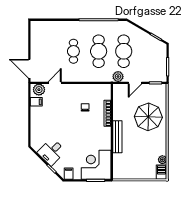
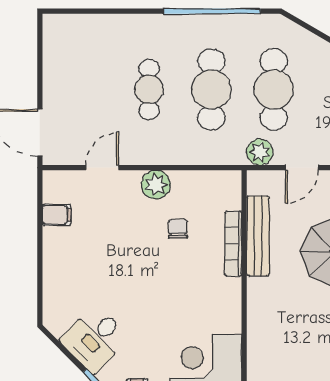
plant: (39, 90) -> (156, 185), moved
bench: (117, 137) -> (258, 236), moved

